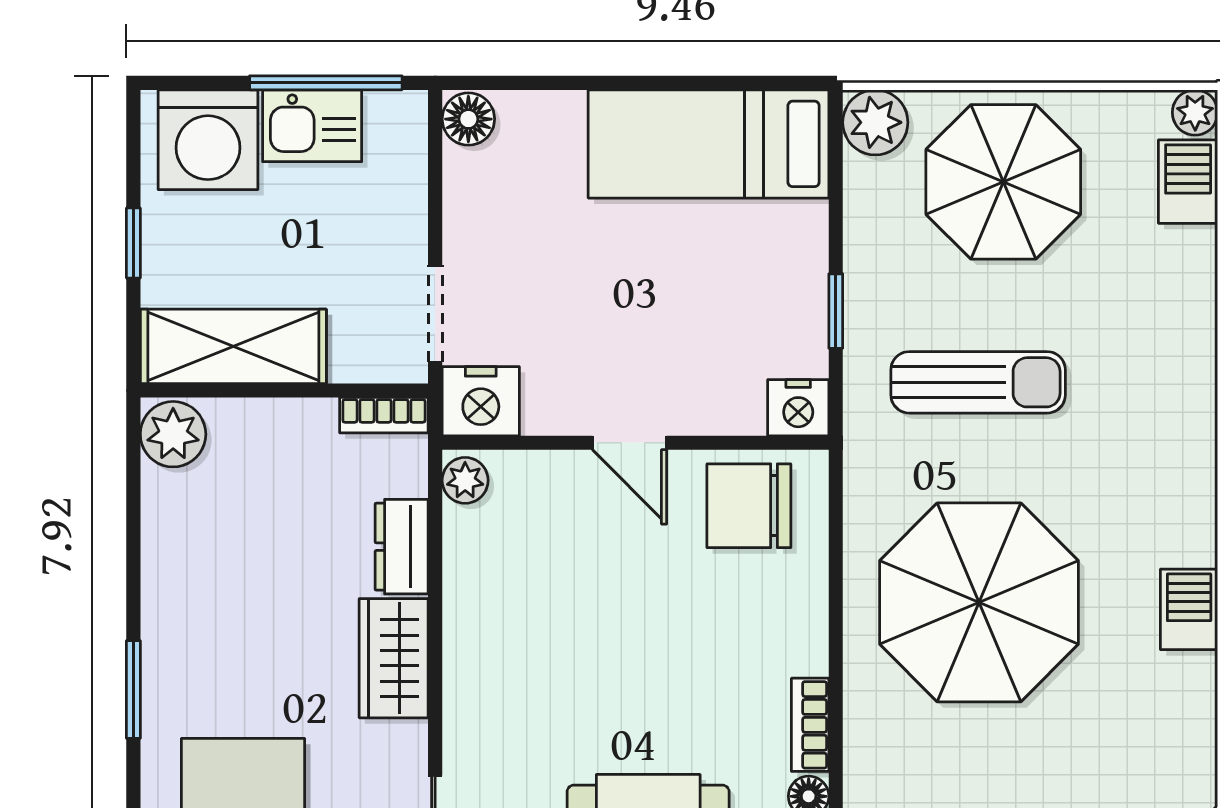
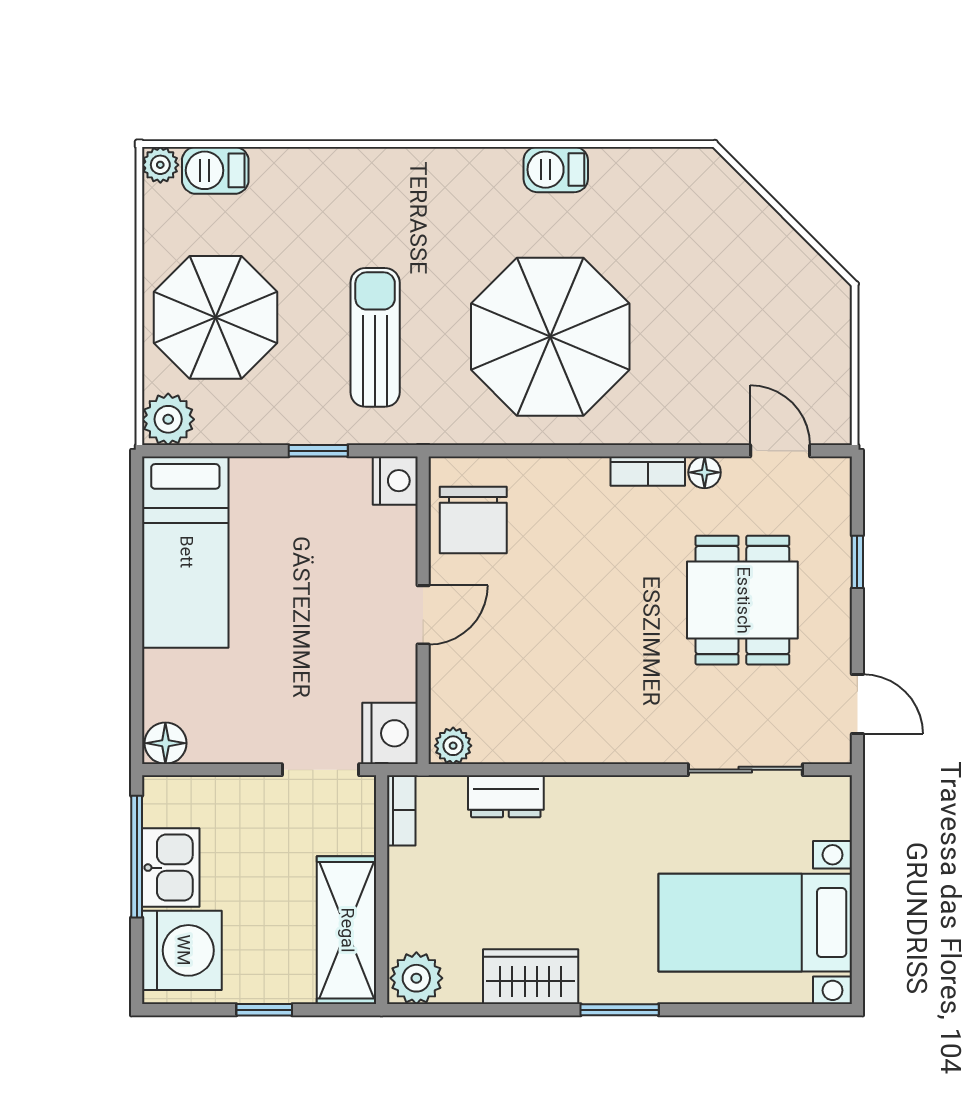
wardrobe: (394, 658) -> (531, 977), moved, turned 180

